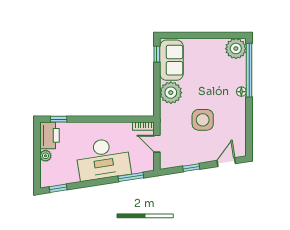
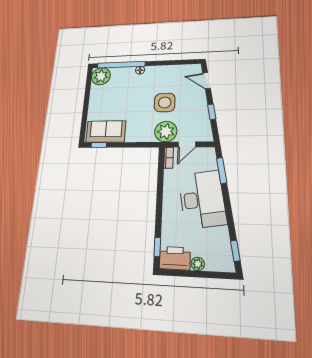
plant: (171, 93) -> (166, 131), moved

